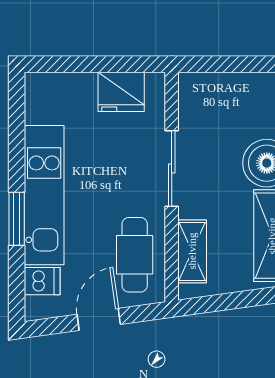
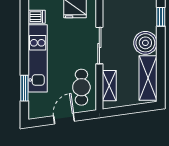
window: (17, 219) -> (24, 88), moved
dishwasher: (42, 281) -> (37, 17), moved

